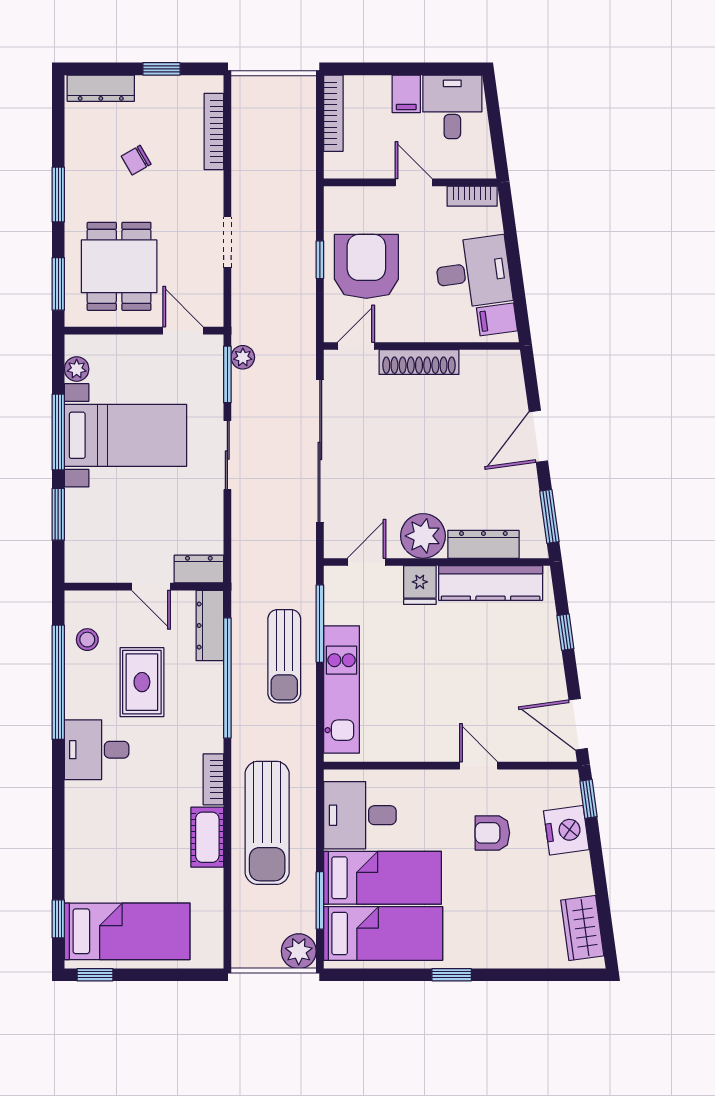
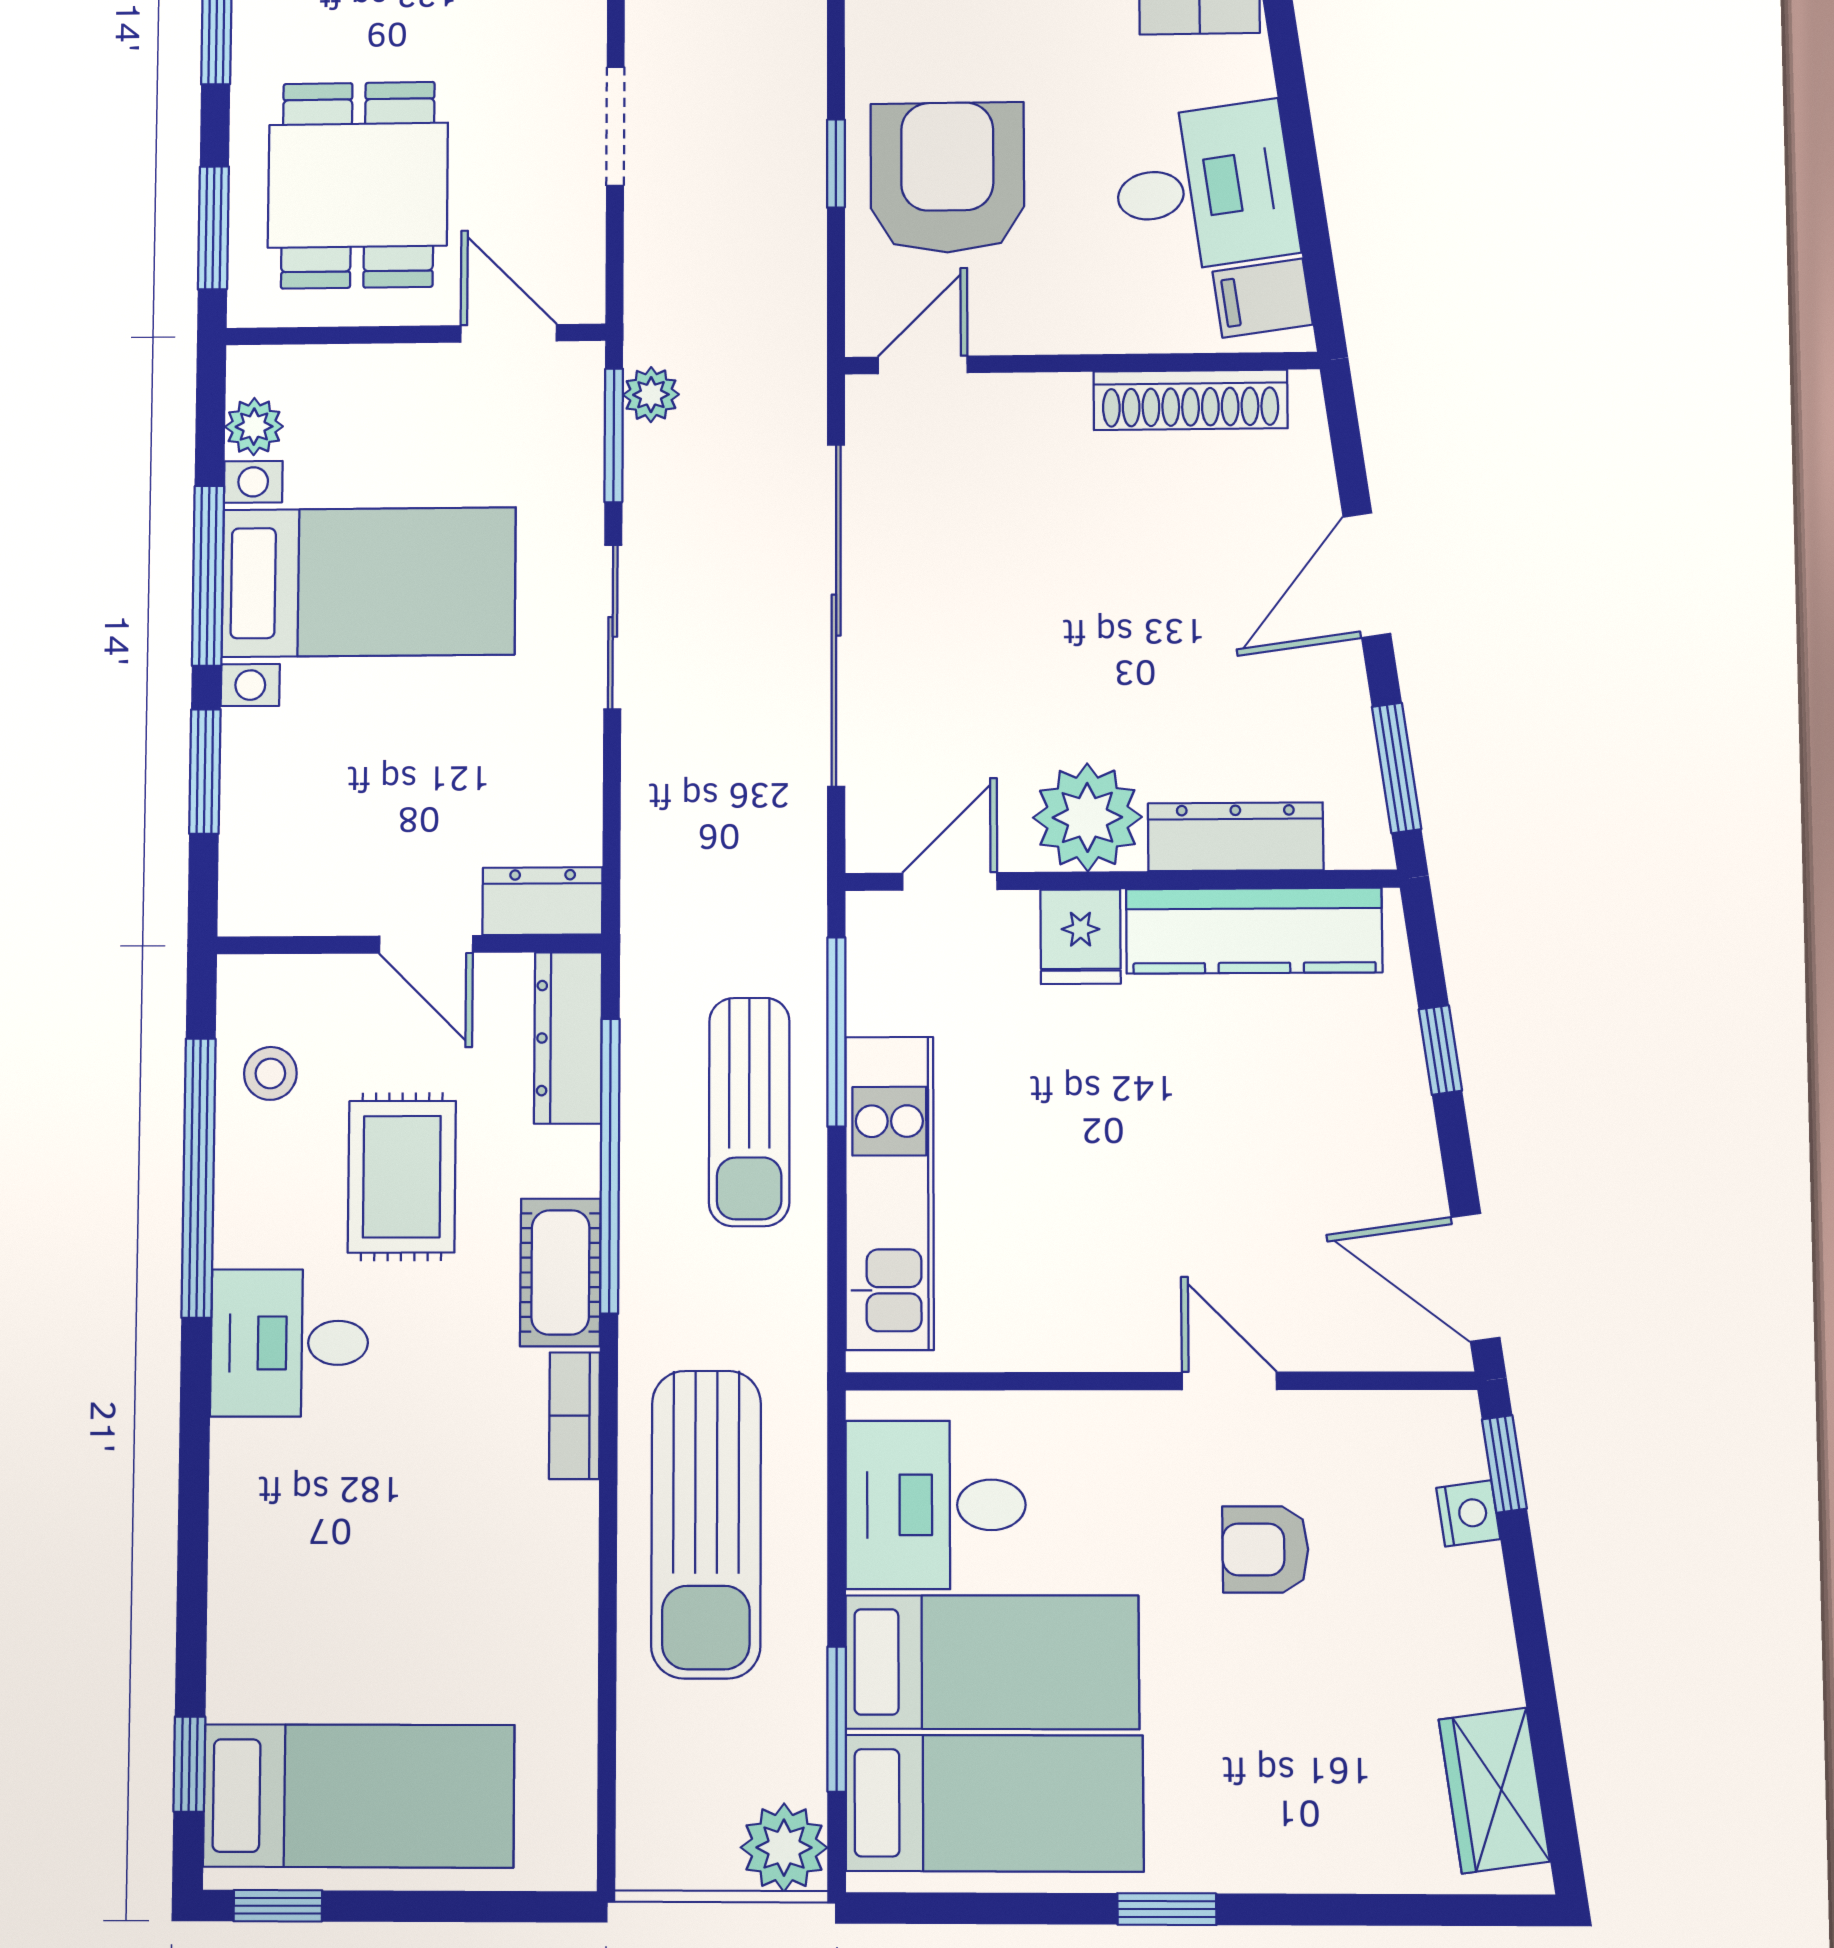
shoe rack: (419, 362) -> (1190, 400), moved
nightstand: (566, 830) -> (1468, 1513), width x0.53, depth x0.56
cot: (207, 837) -> (560, 1272), moved

